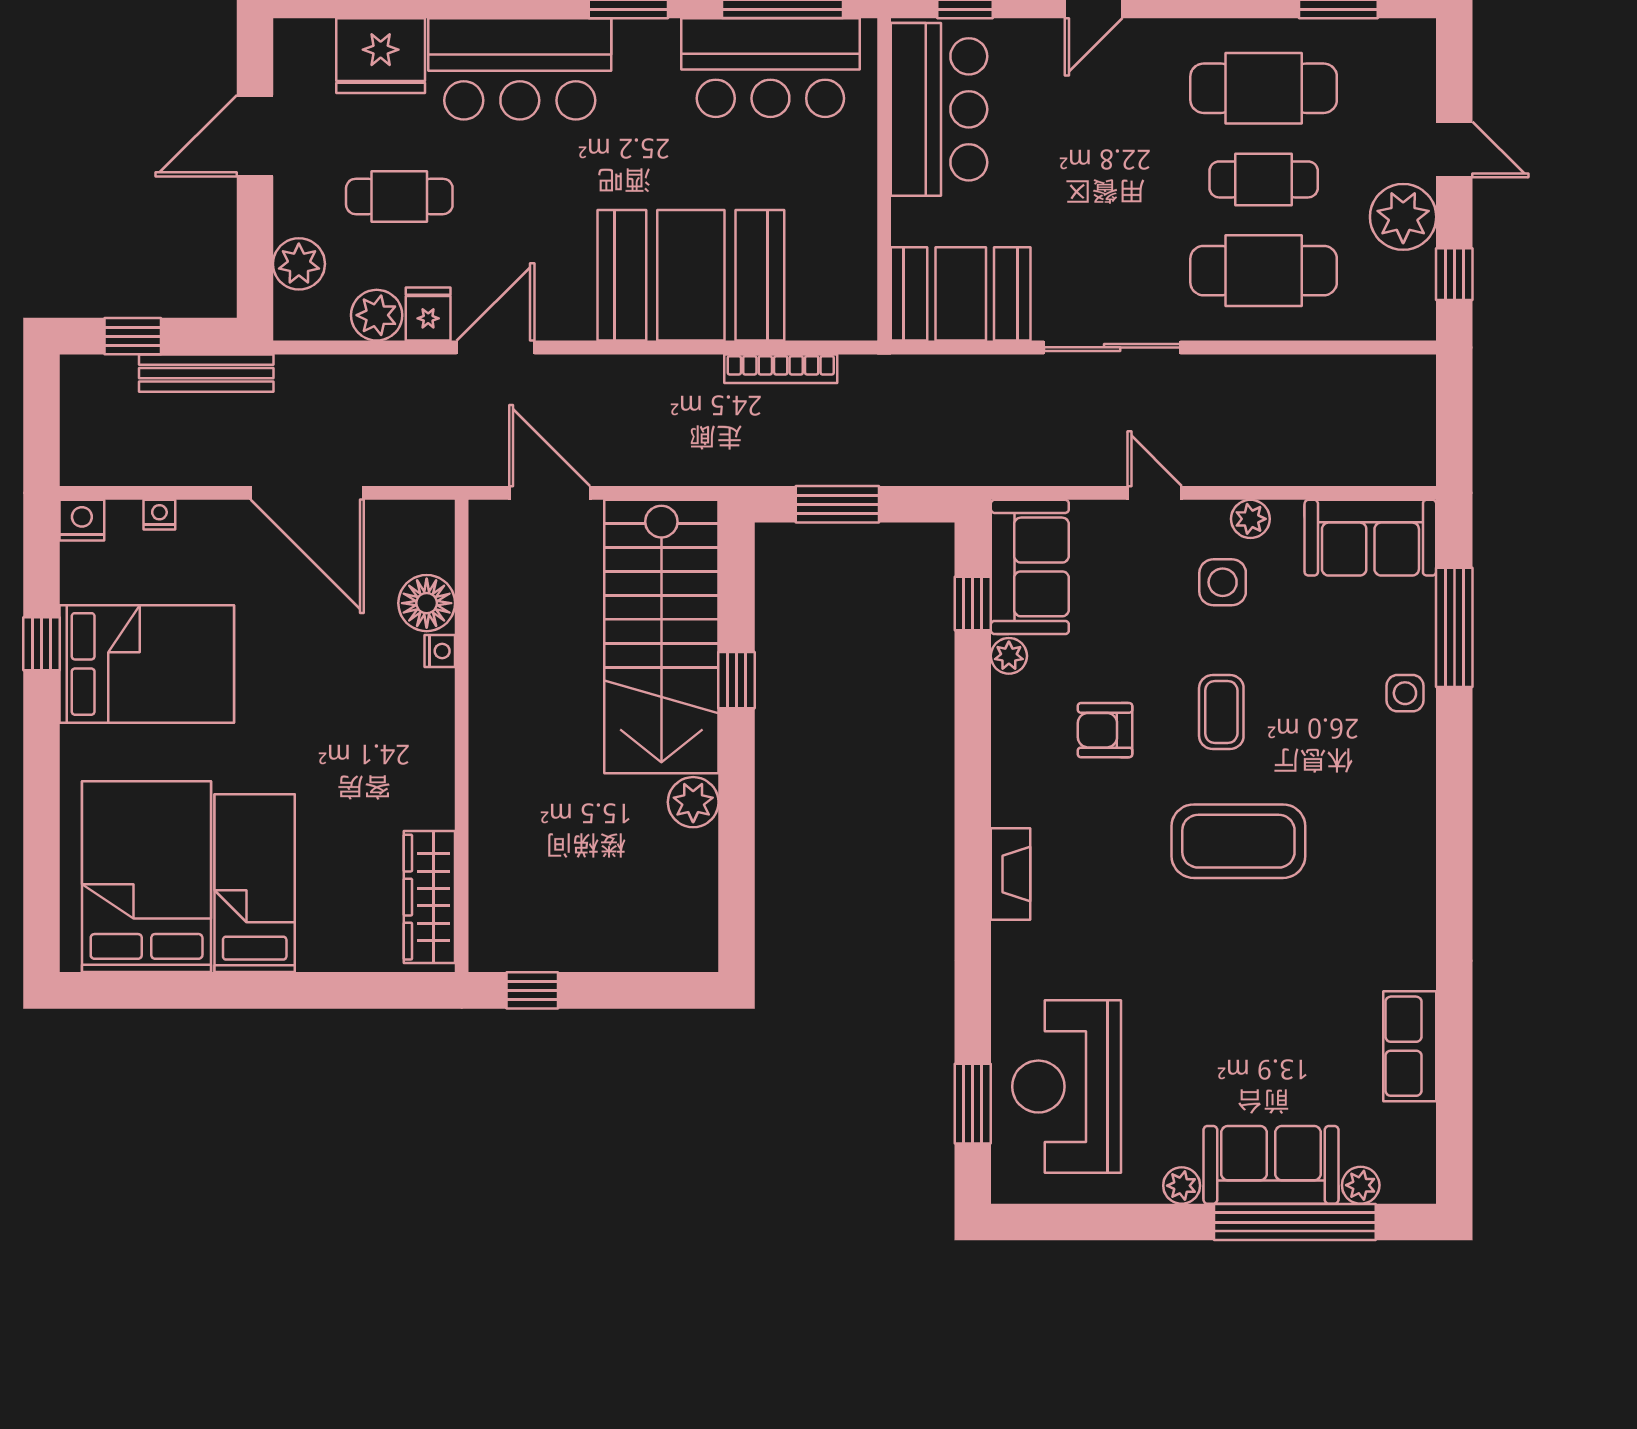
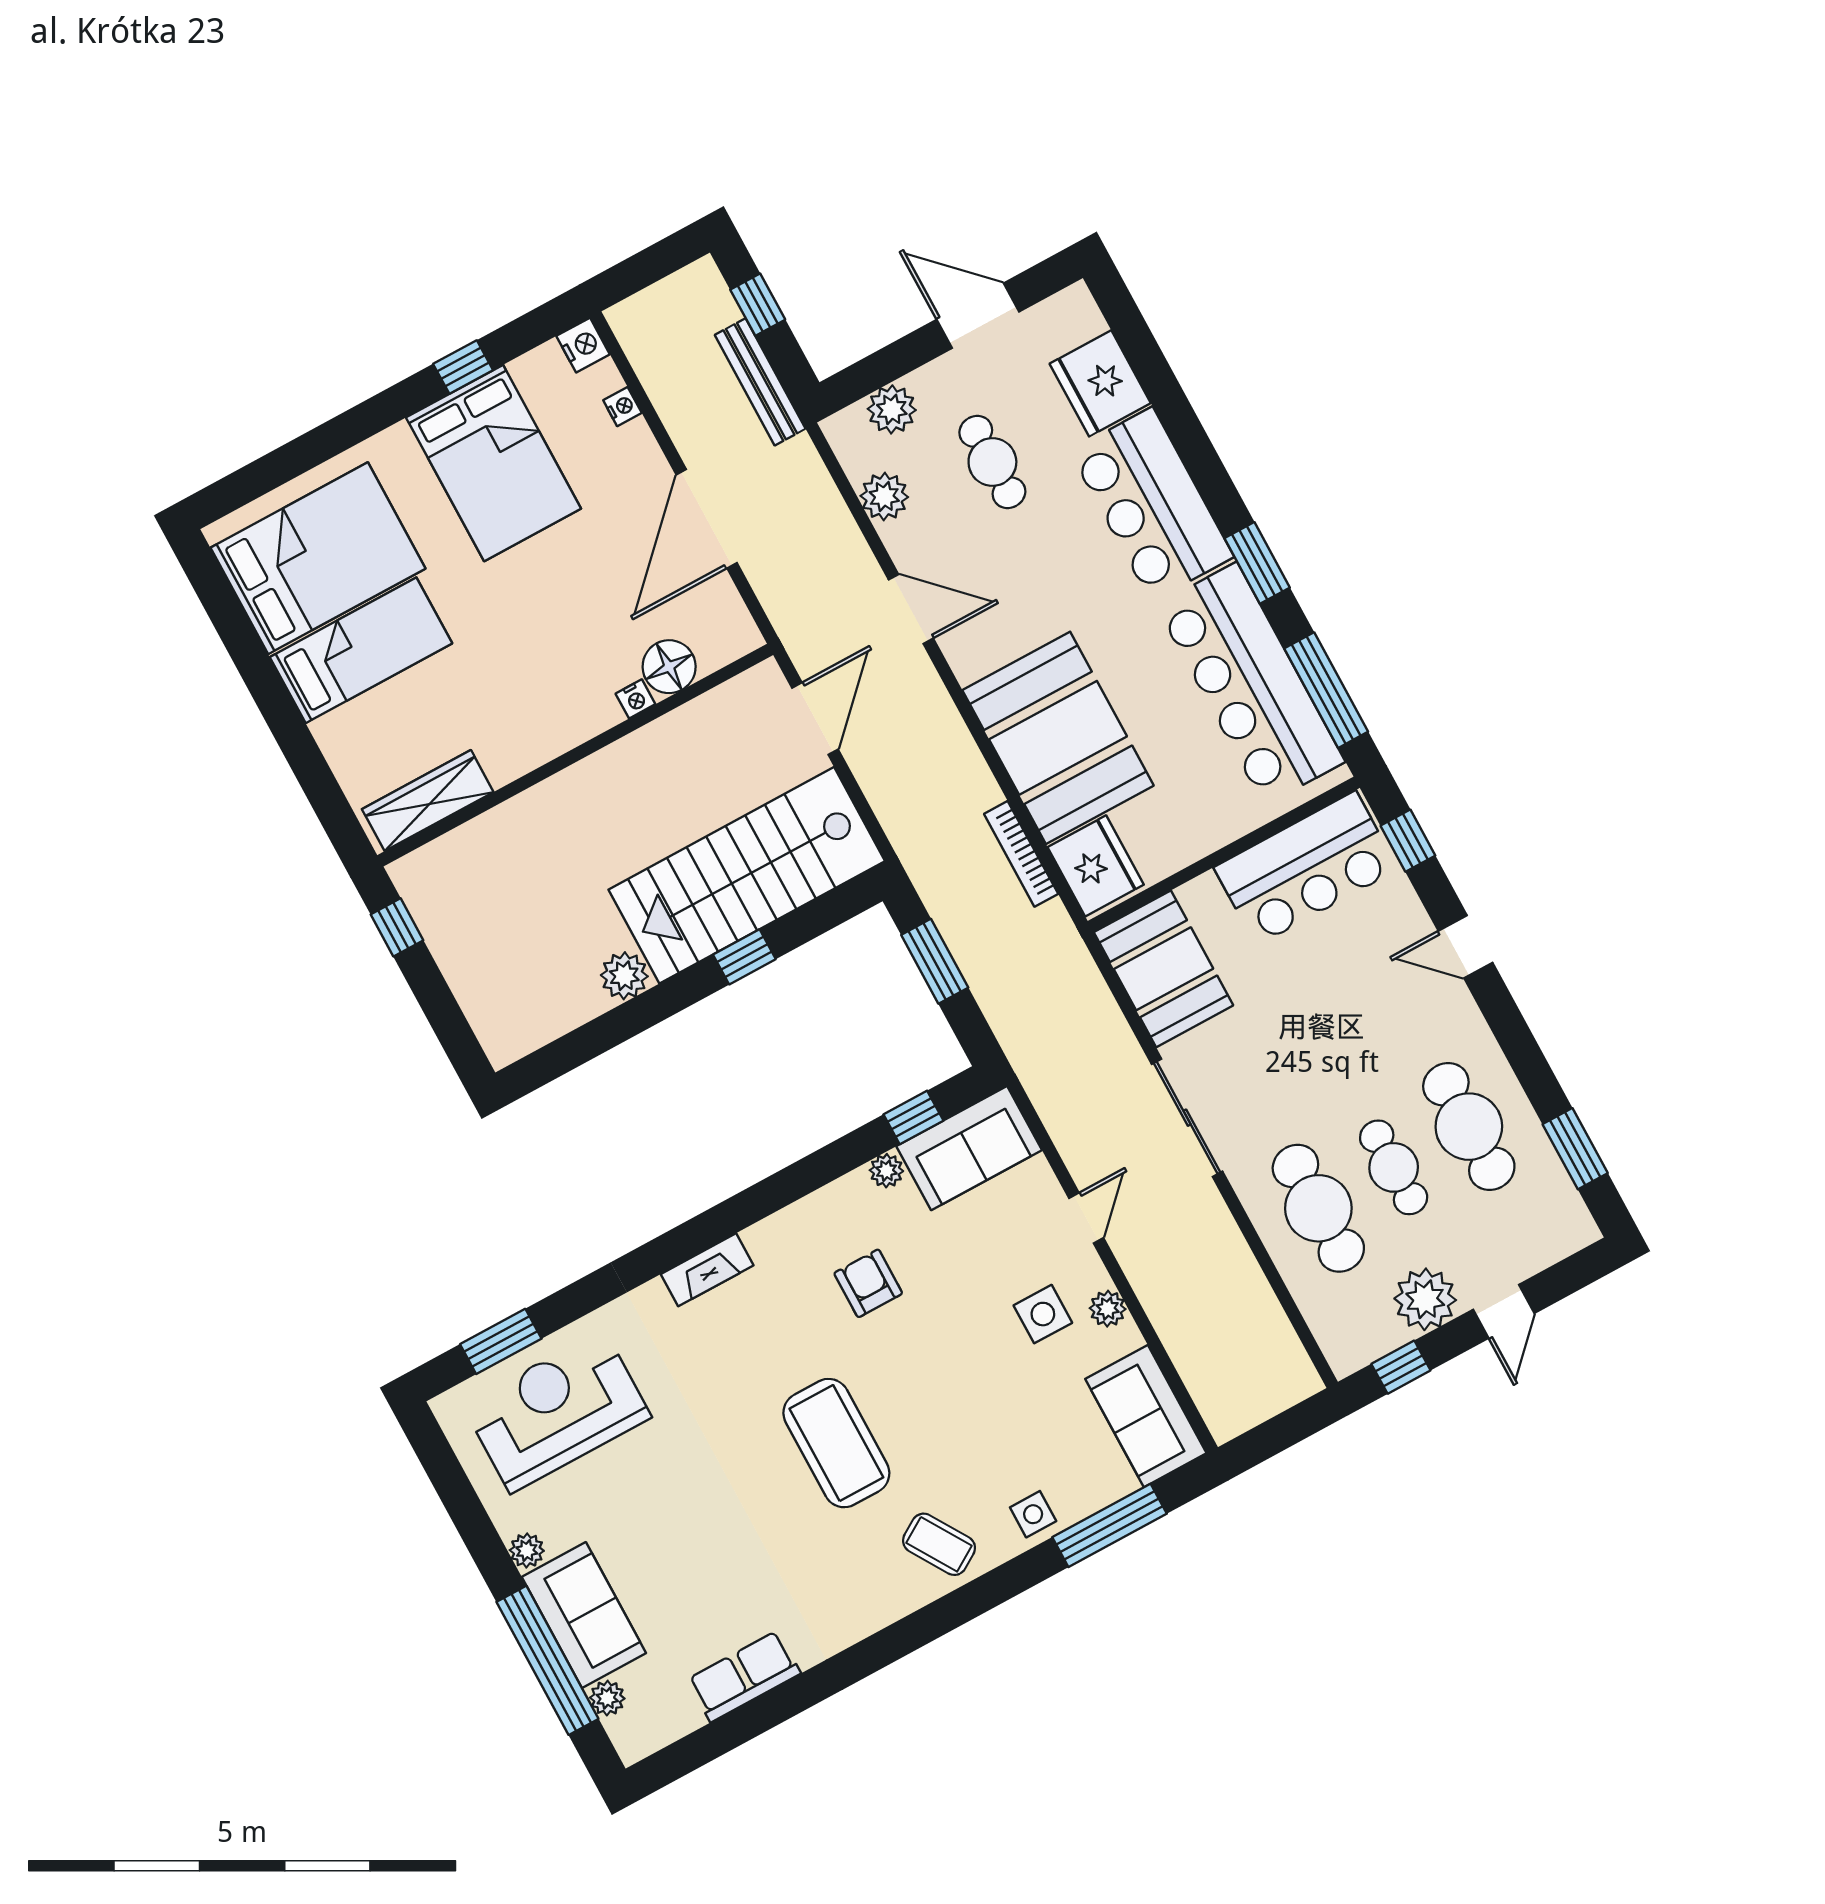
bar counter: (770, 68) -> (1250, 684), width x1.36
fridge: (428, 314) -> (1096, 866), moved, width x1.88, depth x1.34
coffee table: (1221, 712) -> (939, 1544), moved, turned 58

